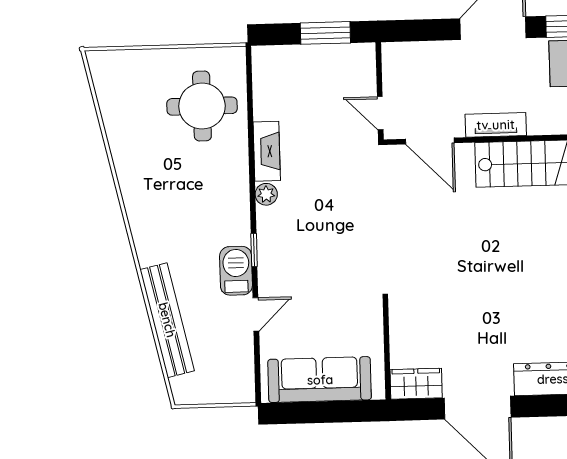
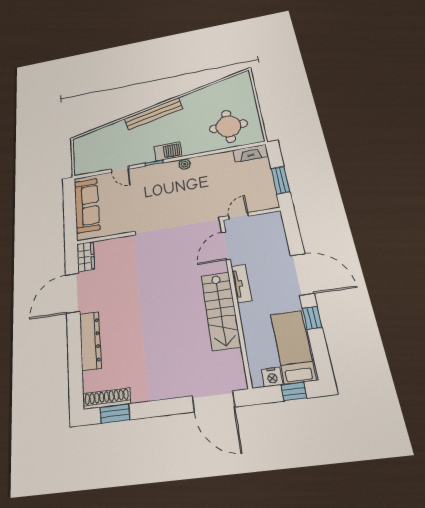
fireplace: (267, 151) -> (250, 153), moved
barbecue: (236, 271) -> (168, 151), moved
bench: (167, 320) -> (154, 114), moved

